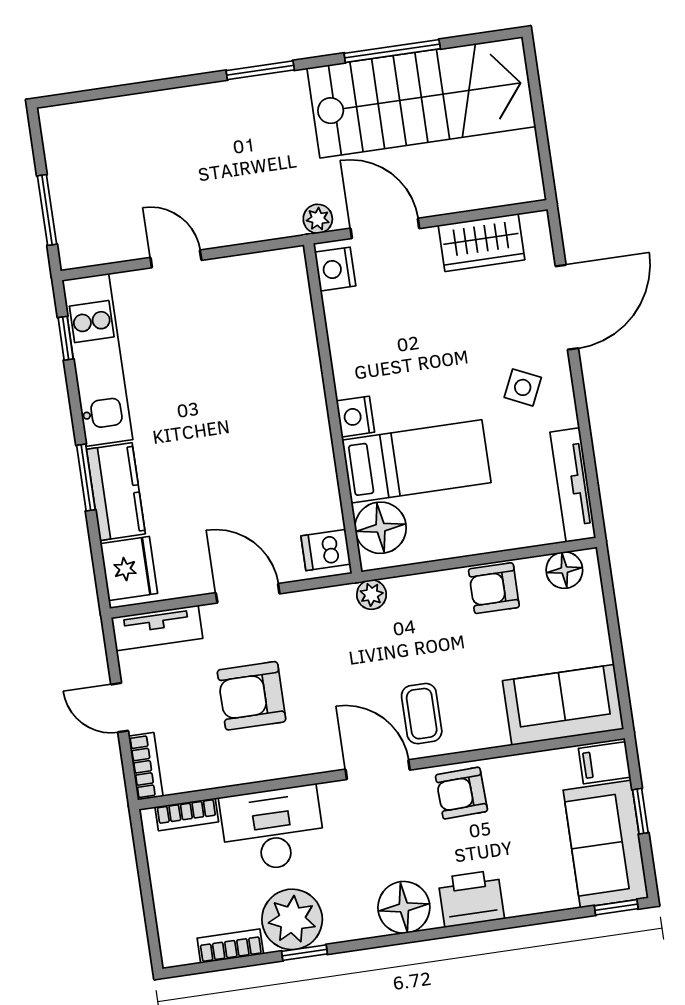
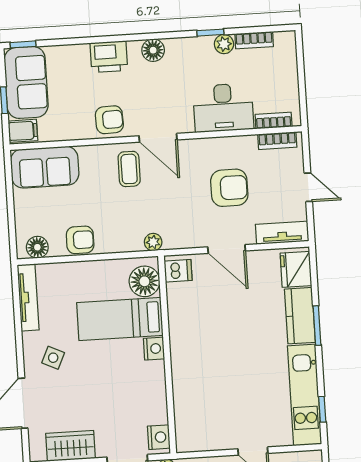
bookcase: (146, 766) -> (277, 141), moved, turned -90
floor lamp: (404, 907) -> (153, 50), width x0.73, depth x0.73
plant: (292, 919) -> (224, 44), width x0.53, depth x0.53

